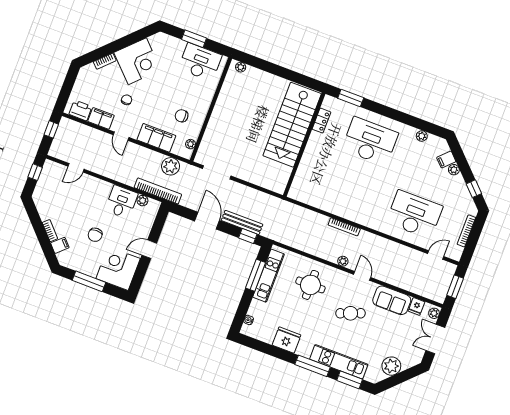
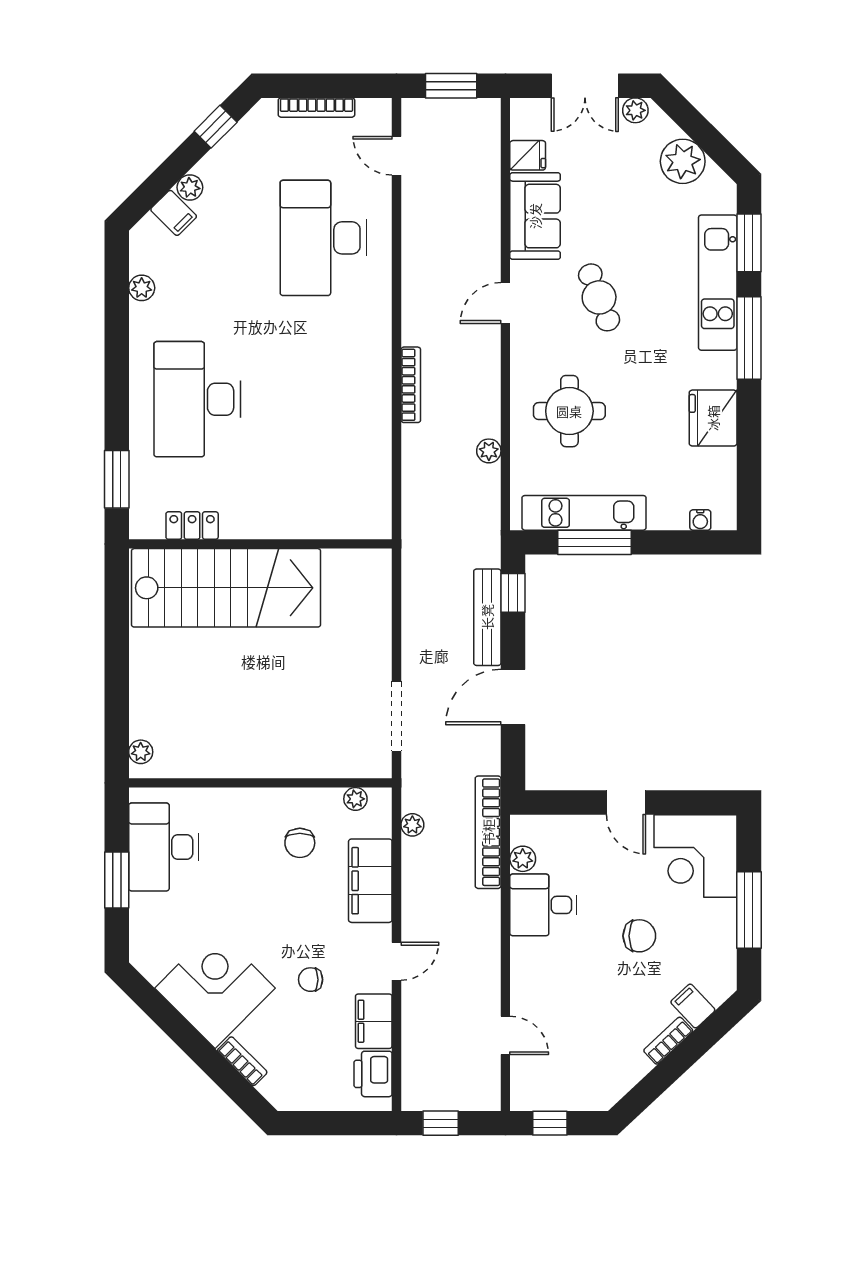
plant: (171, 166) -> (412, 825), width x0.53, depth x0.53
plant: (343, 261) -> (489, 451), moved
plant: (434, 313) -> (635, 110), moved

